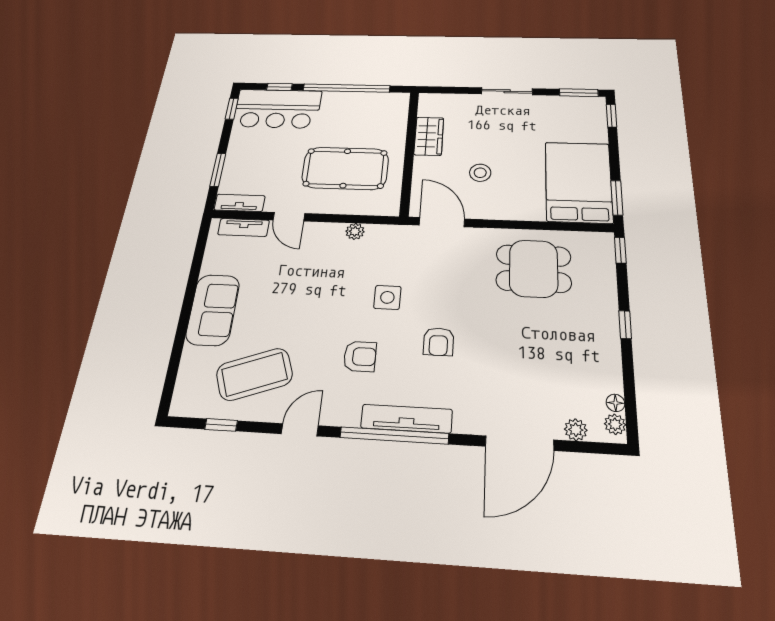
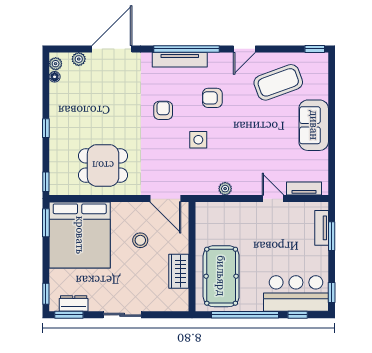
dresser: (573, 104) -> (74, 304), added
pool table: (345, 168) -> (221, 276), moved, turned 90
bed: (578, 182) -> (80, 235), width x1.36
tv unit: (240, 203) -> (322, 228), moved, turned 90
window: (221, 425) -> (315, 49), moved

